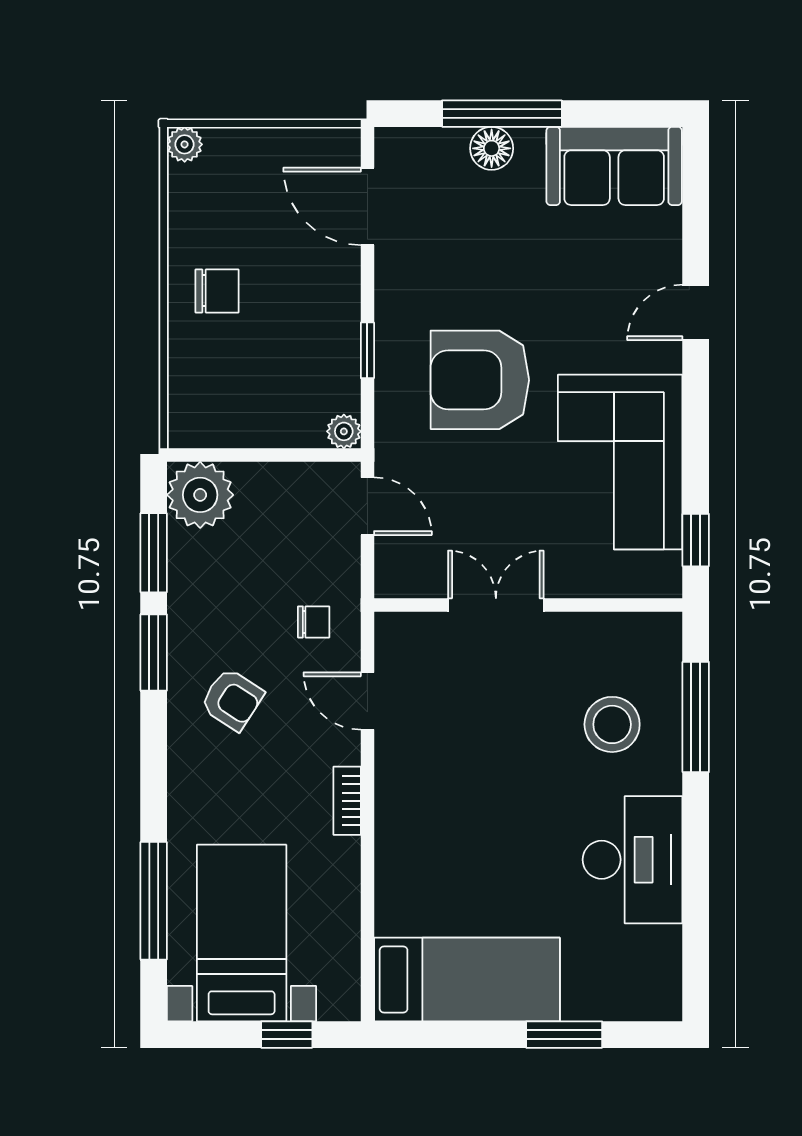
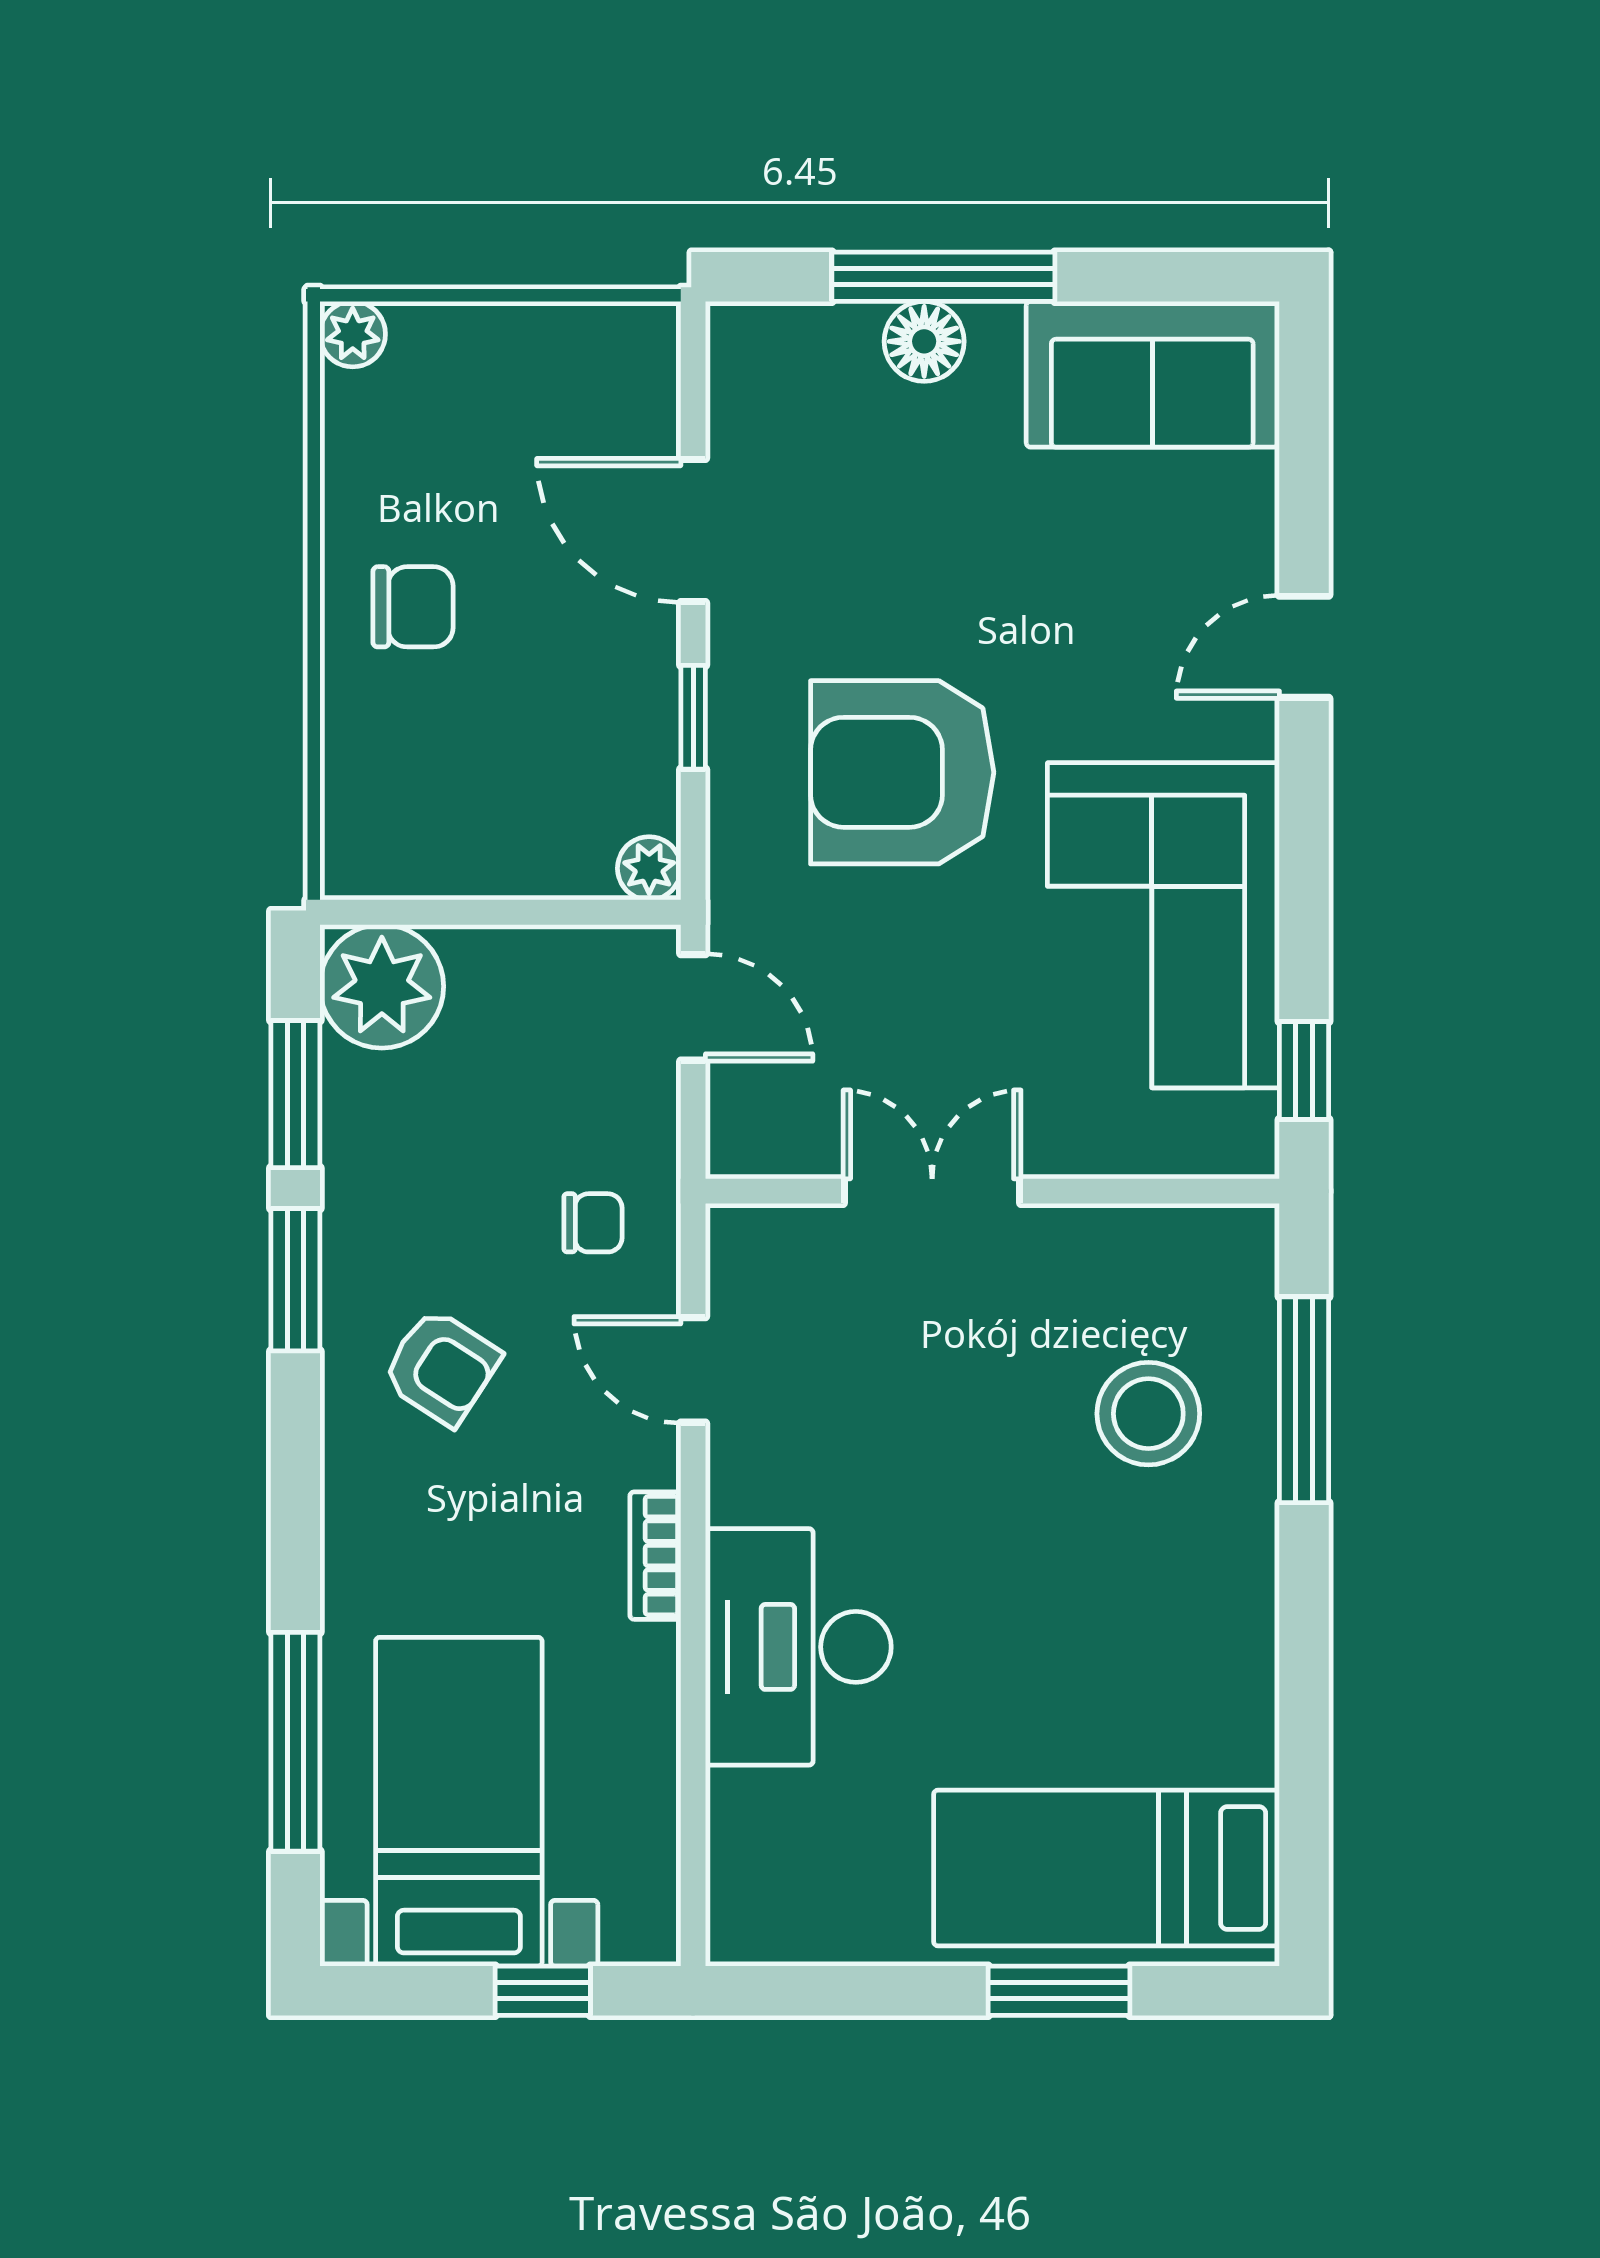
door: (367, 206) -> (693, 530), moved
desk: (633, 860) -> (798, 1647), moved, turned 180
bed: (467, 980) -> (1107, 1868), moved, turned 180

